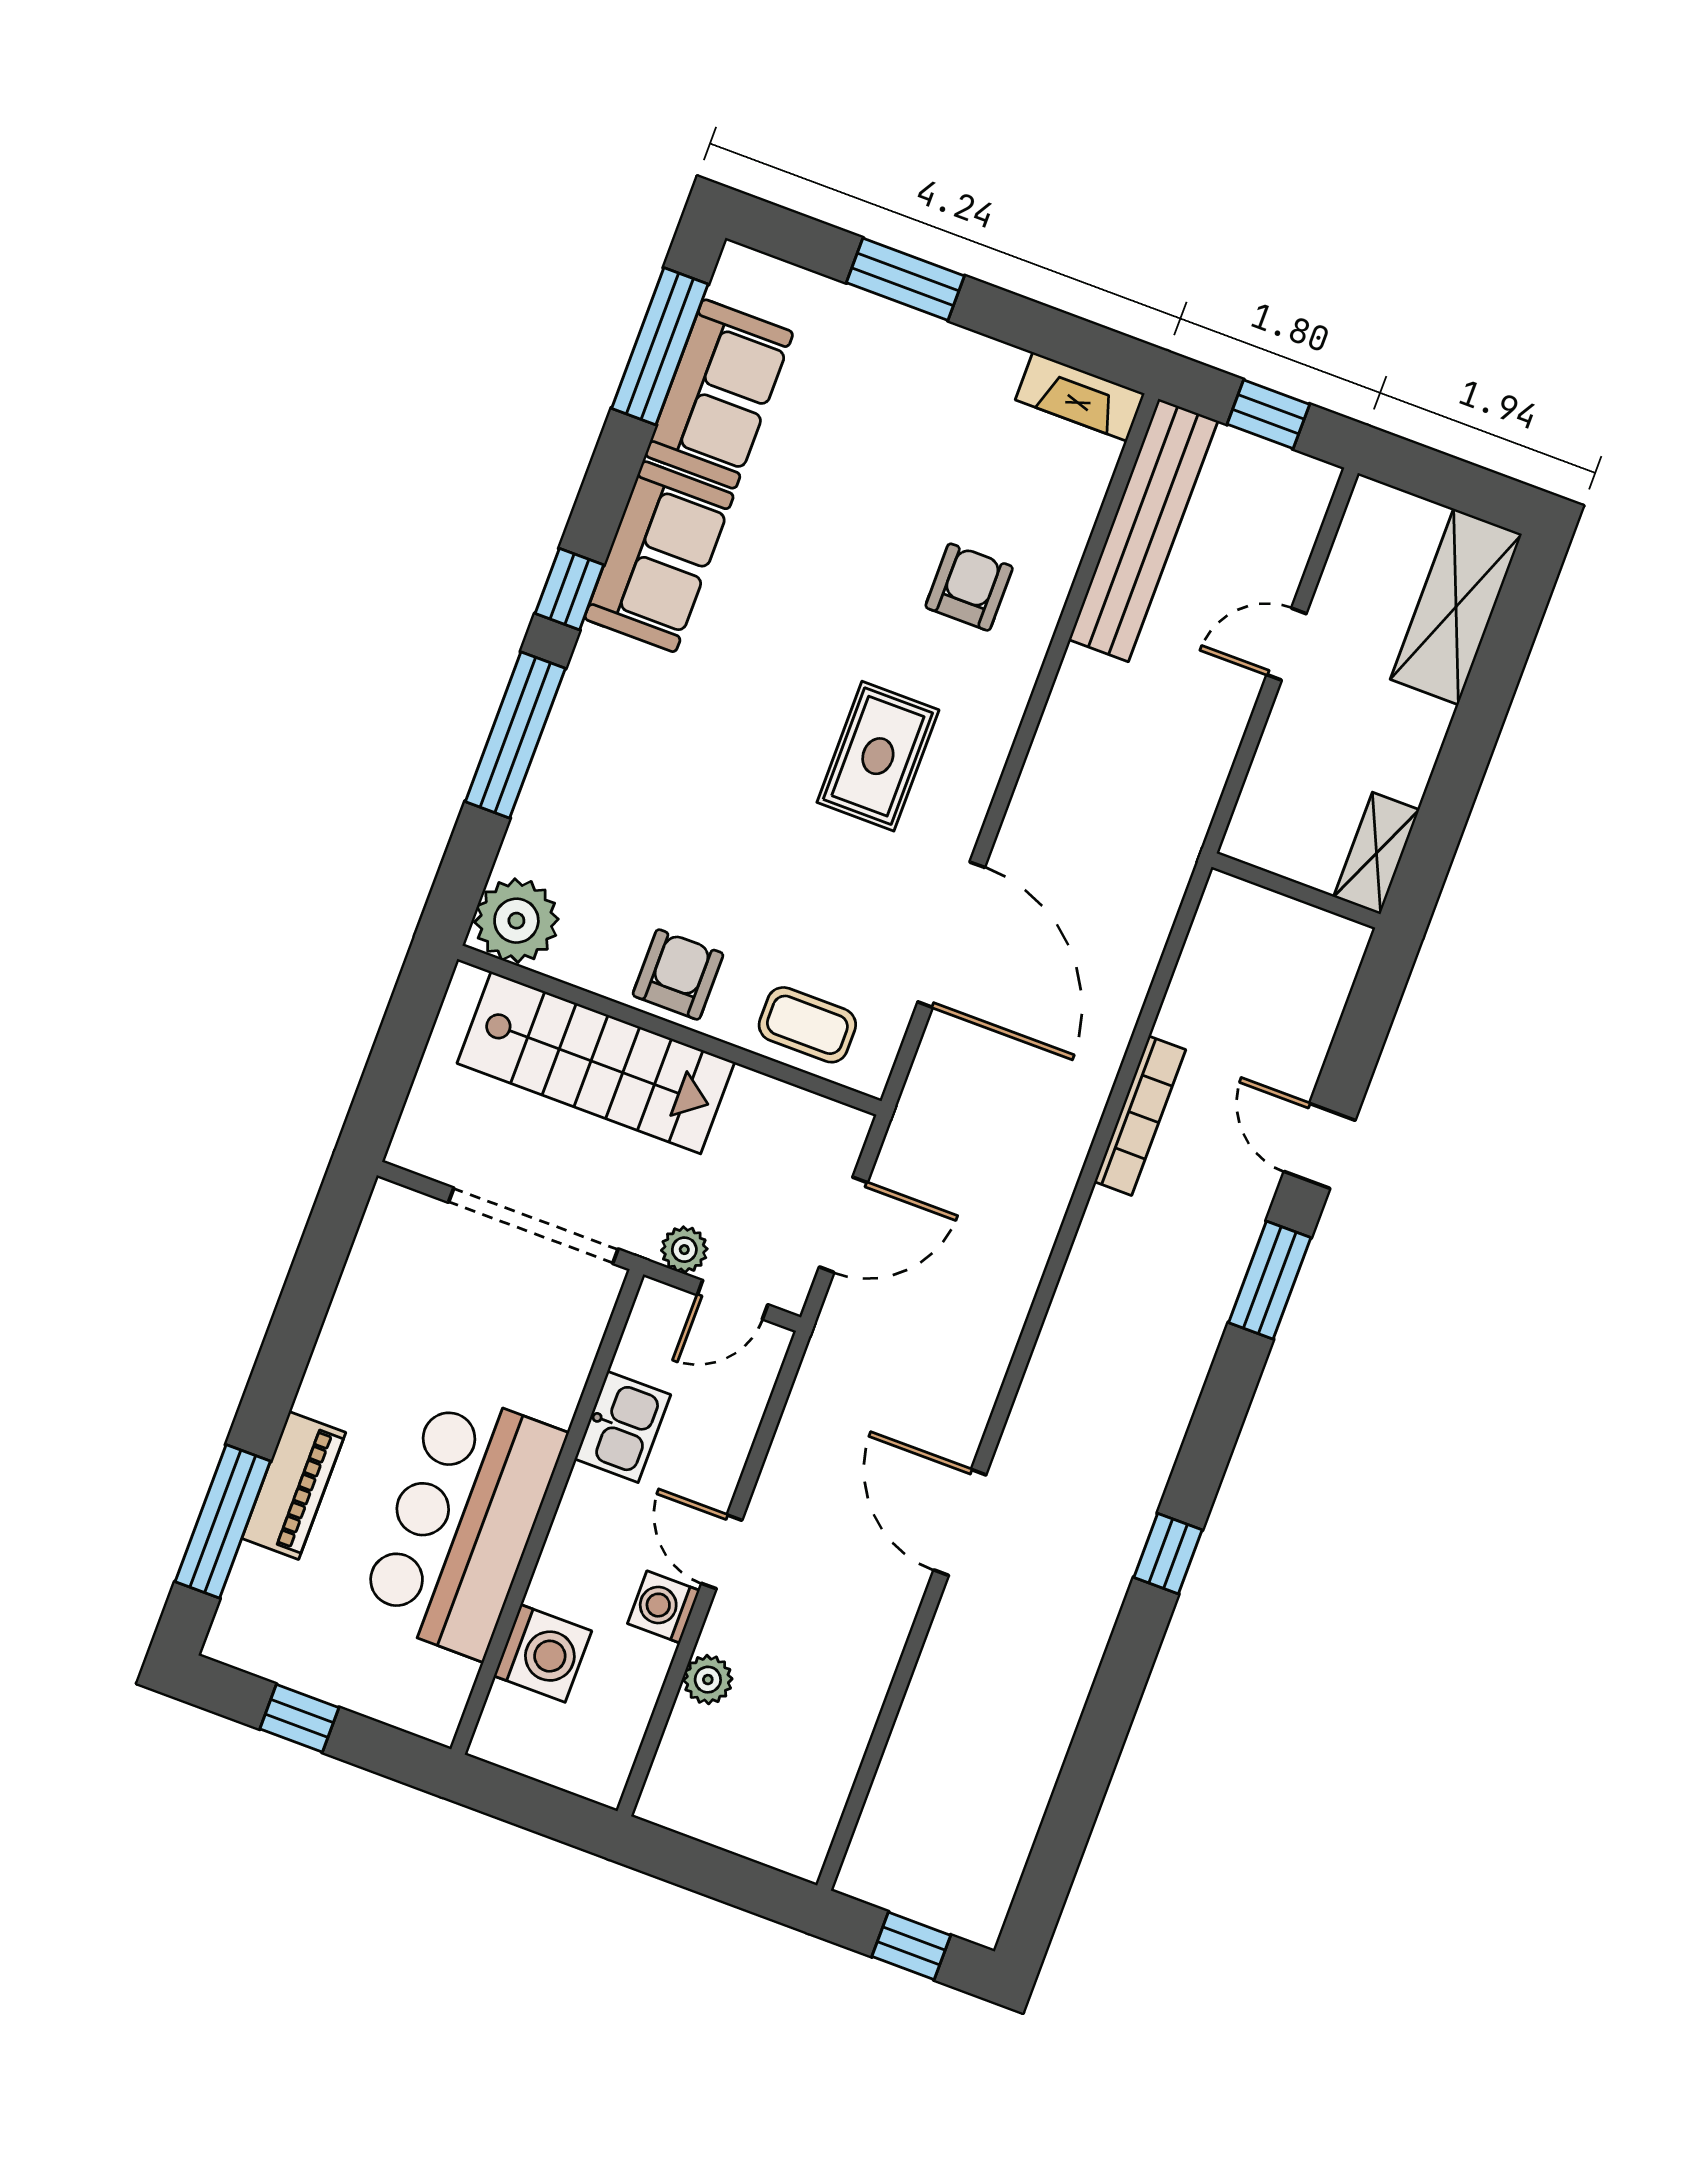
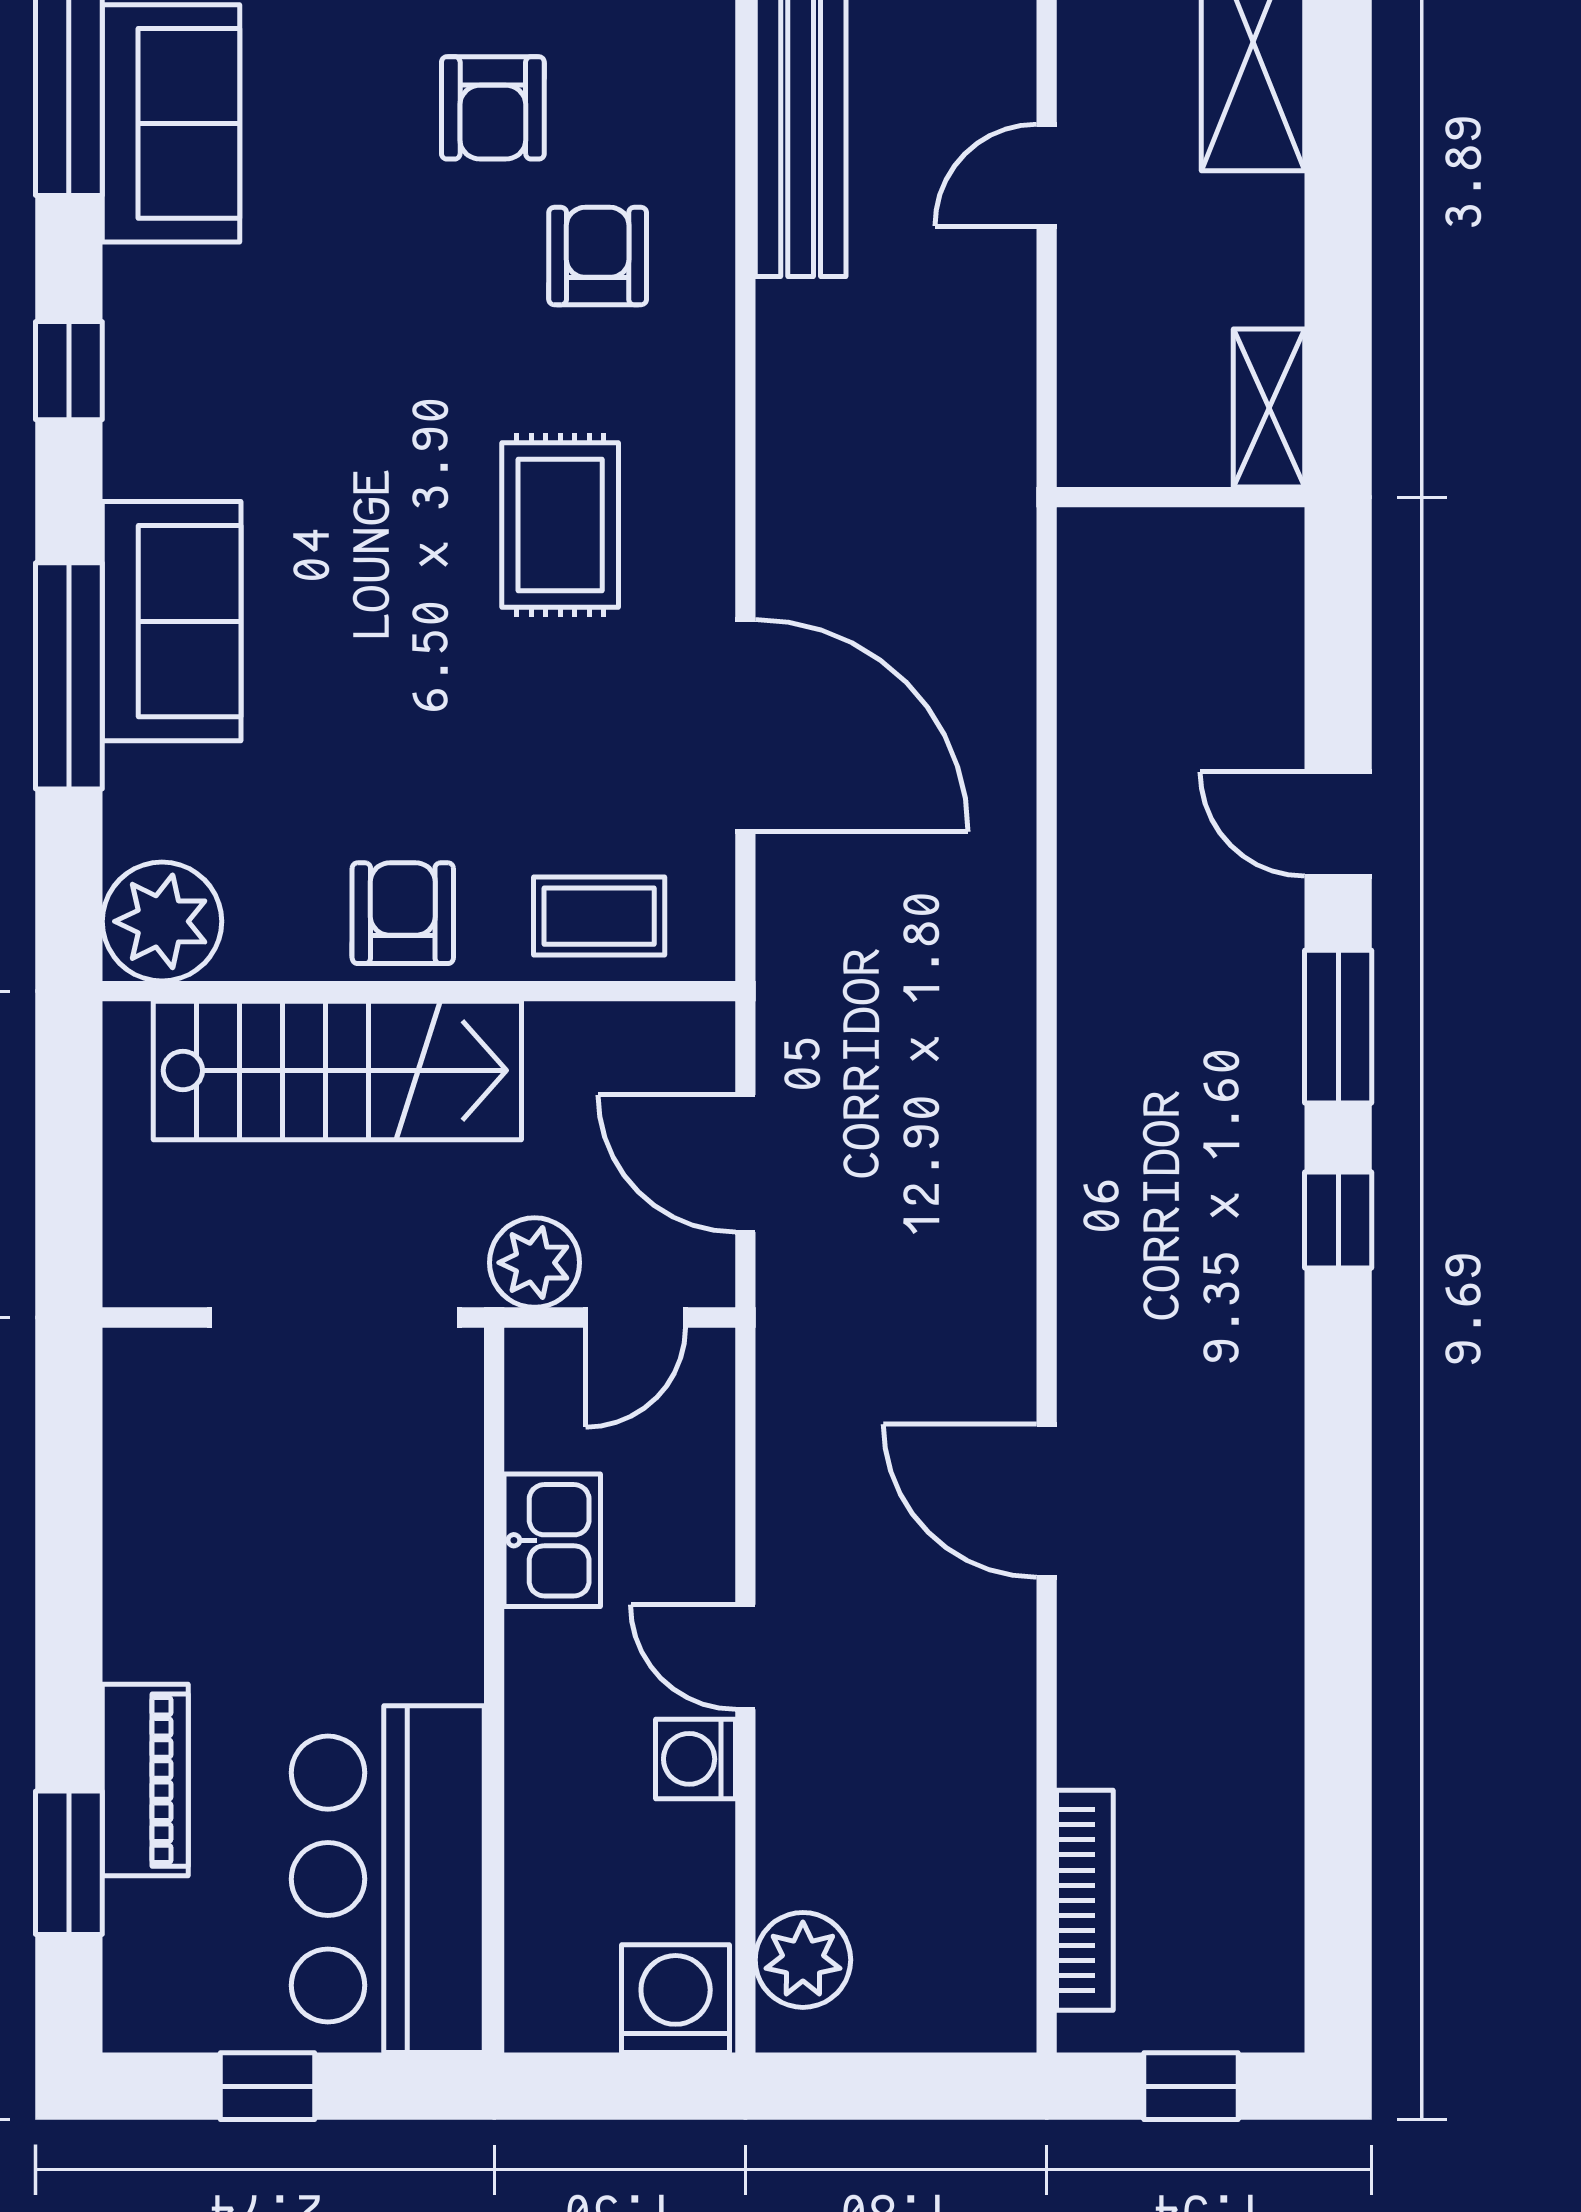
armchair: (936, 463) -> (493, 108), added
sofa: (659, 557) -> (172, 621), moved
window: (569, 589) -> (69, 371), moved
bookcase: (1140, 1116) -> (1085, 1900), moved
door: (843, 1225) -> (745, 1163), swing flipped
plant: (684, 1250) -> (535, 1263), width x1.38, depth x1.38
window: (223, 1521) -> (69, 1863), width x0.69
bar counter: (462, 1524) -> (388, 1879), moved
window: (1168, 1554) -> (1338, 1220), moved
washing machine: (543, 1653) -> (676, 1999), moved, turned -90
plant: (708, 1680) -> (803, 1960), moved, width x1.38, depth x1.38

